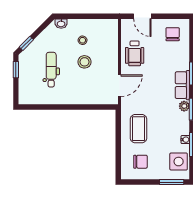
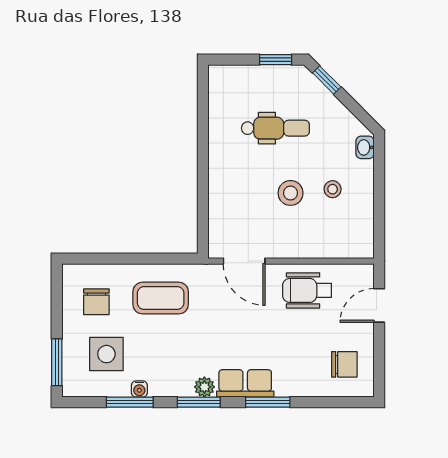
side table: (179, 162) -> (106, 354), moved

